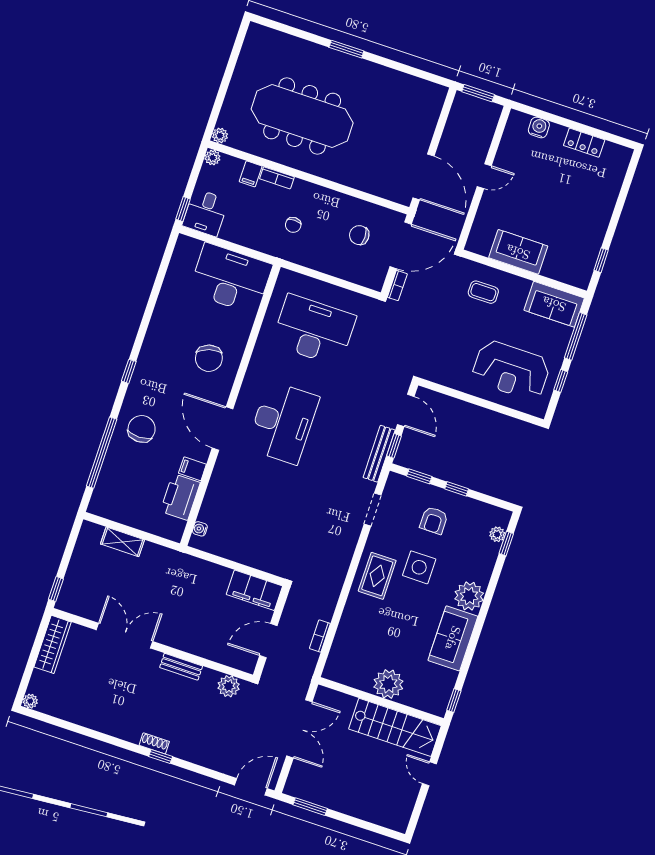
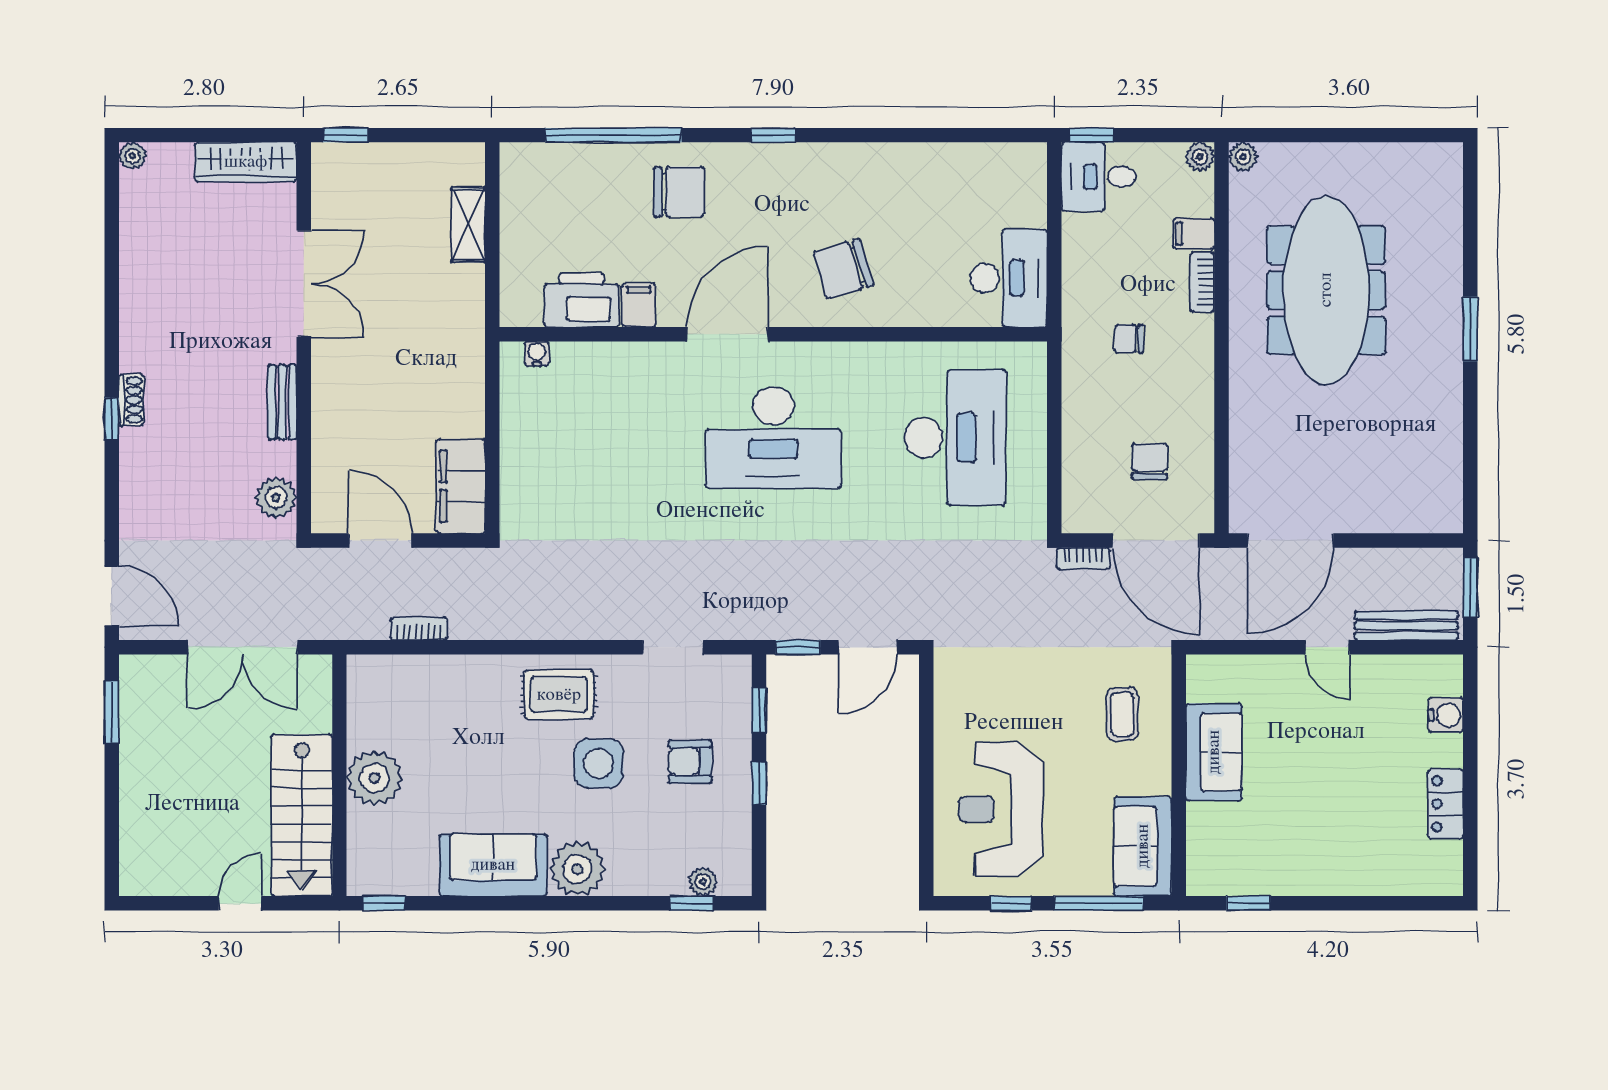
desk: (231, 279) -> (1009, 278), width x0.73, depth x0.77
bench: (379, 454) -> (1406, 626), moved

